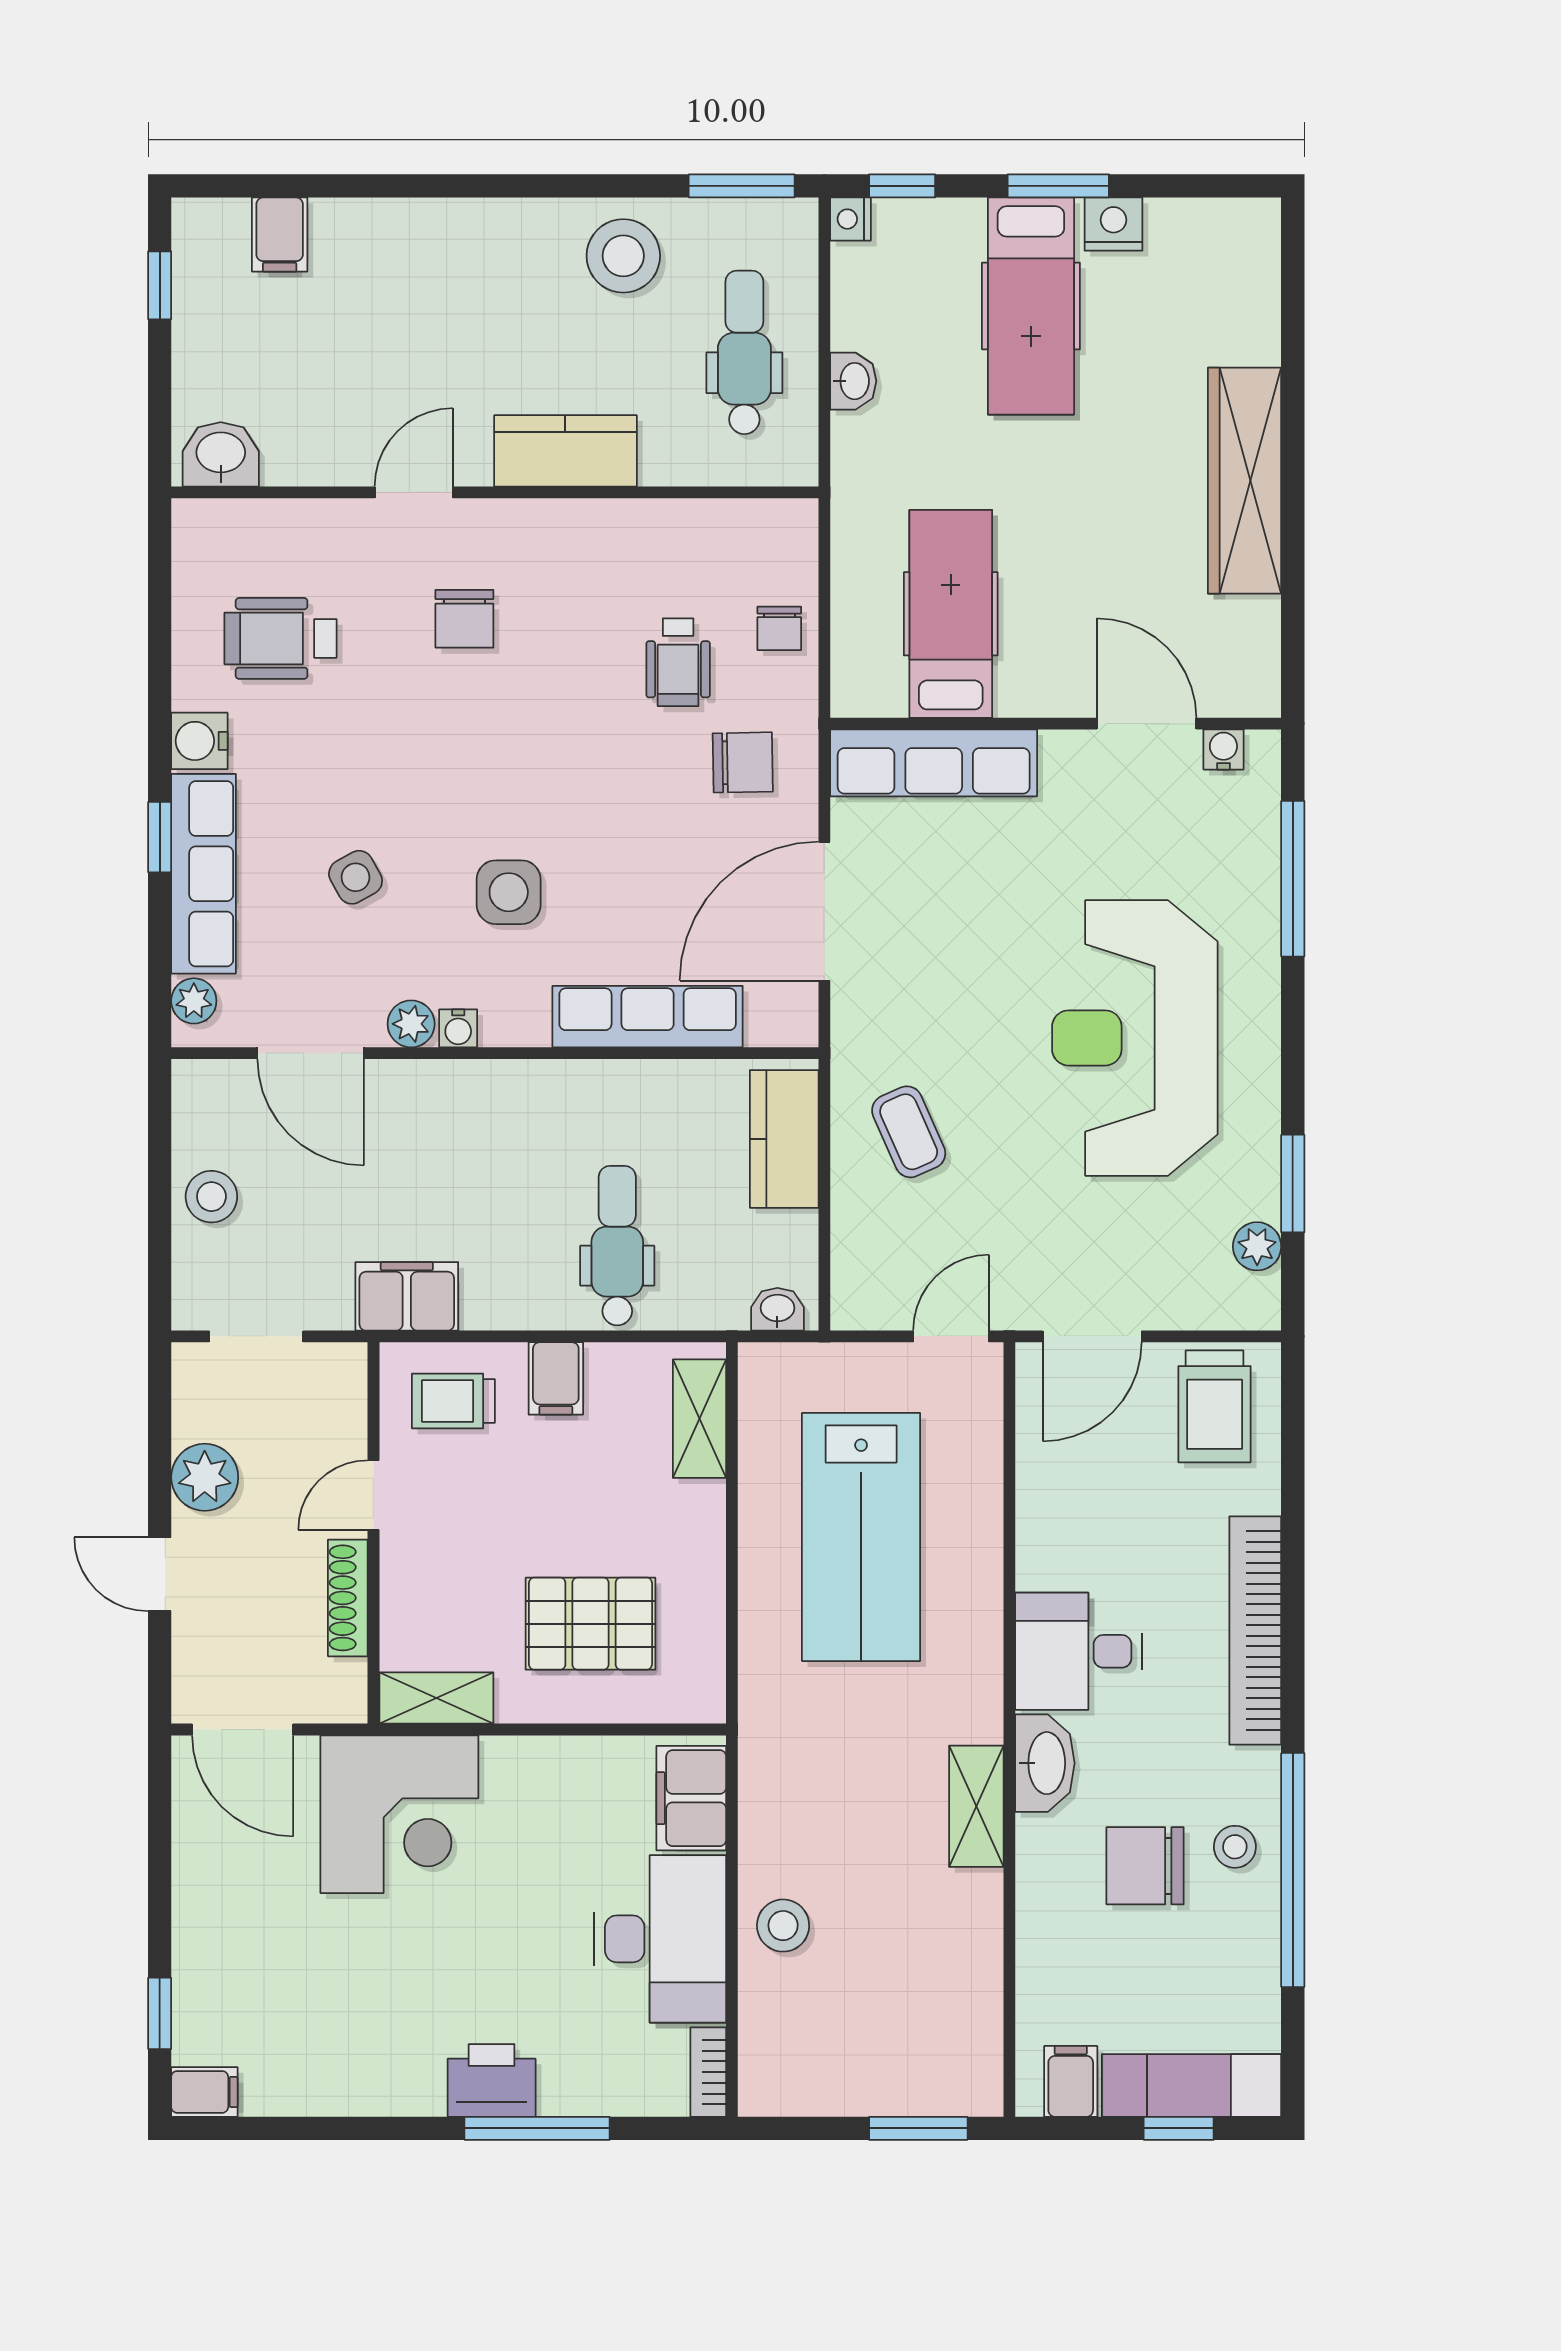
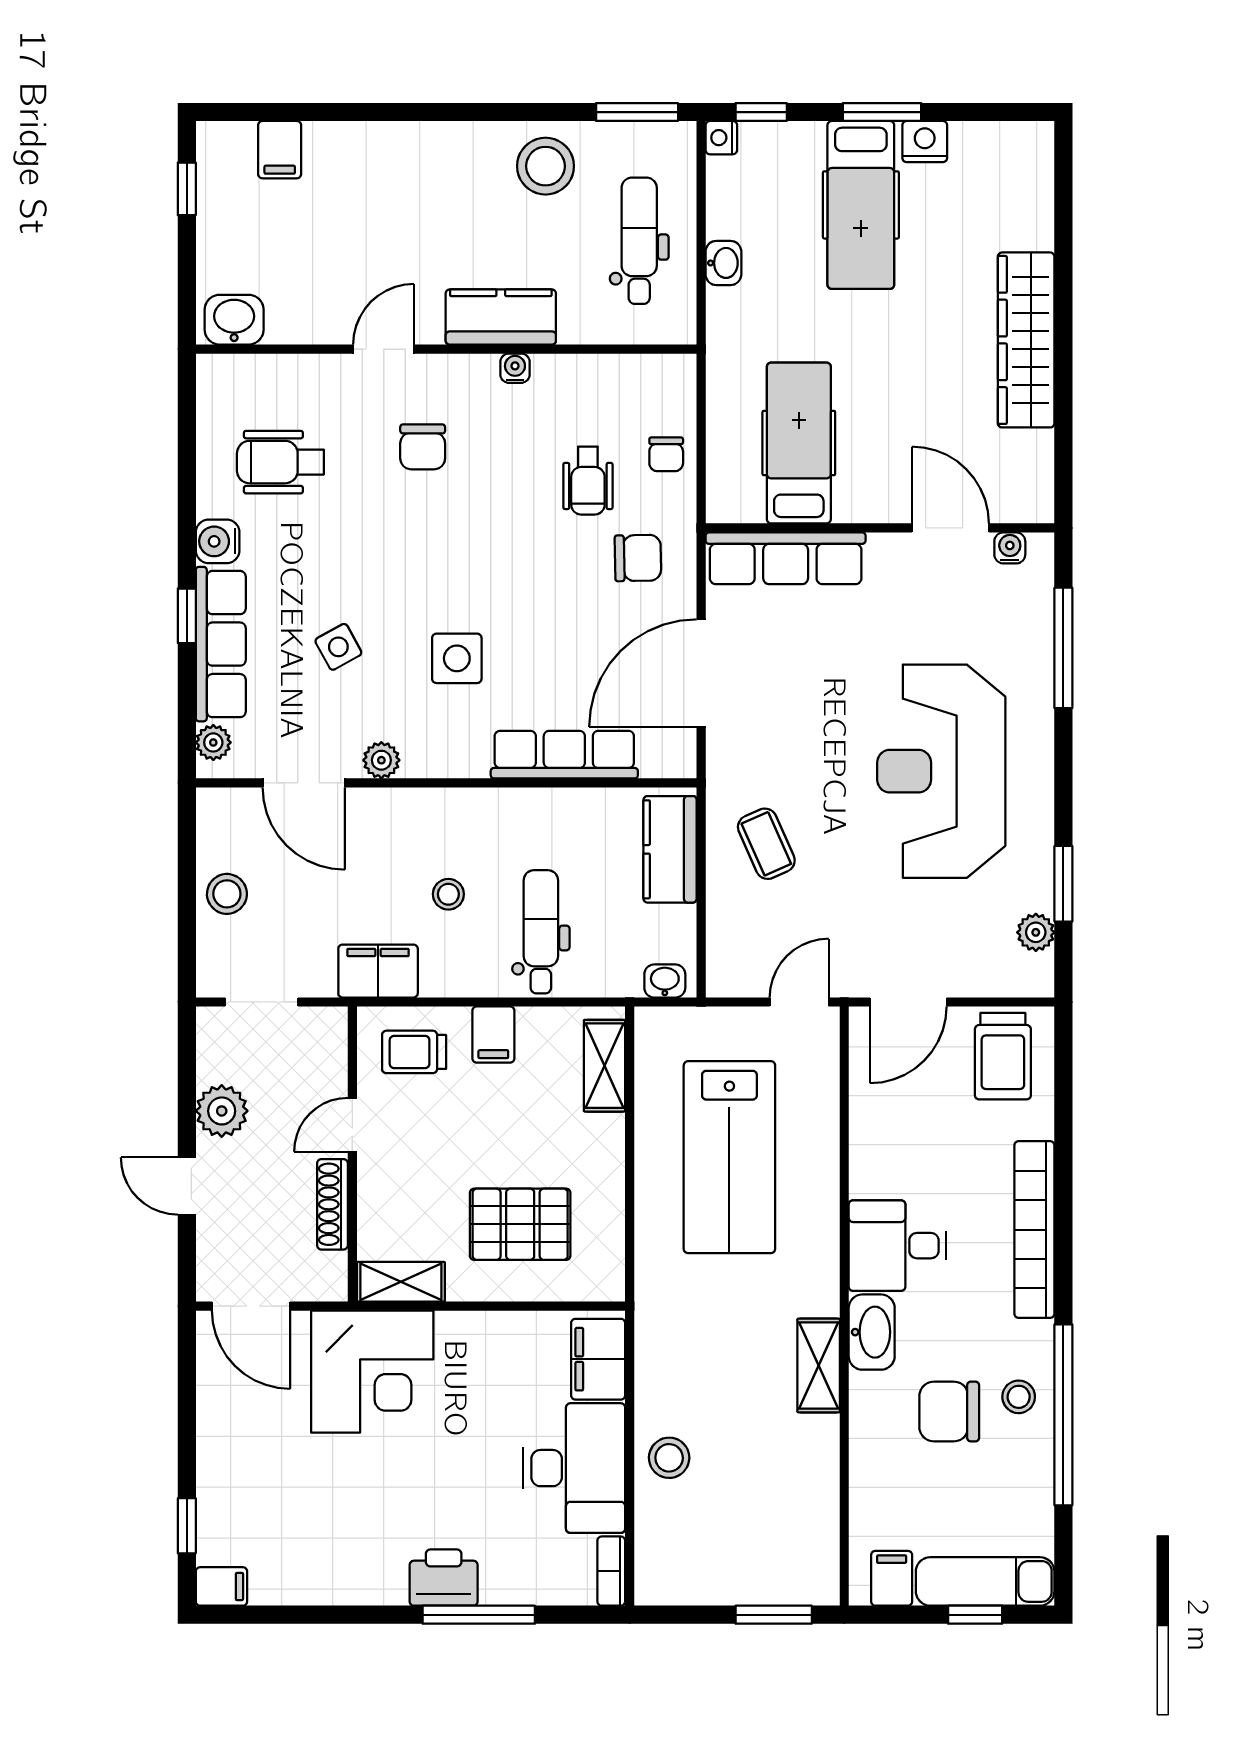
water cooler: (458, 1028) -> (515, 368), moved, turned 180
stool: (498, 1197) -> (448, 894), added

